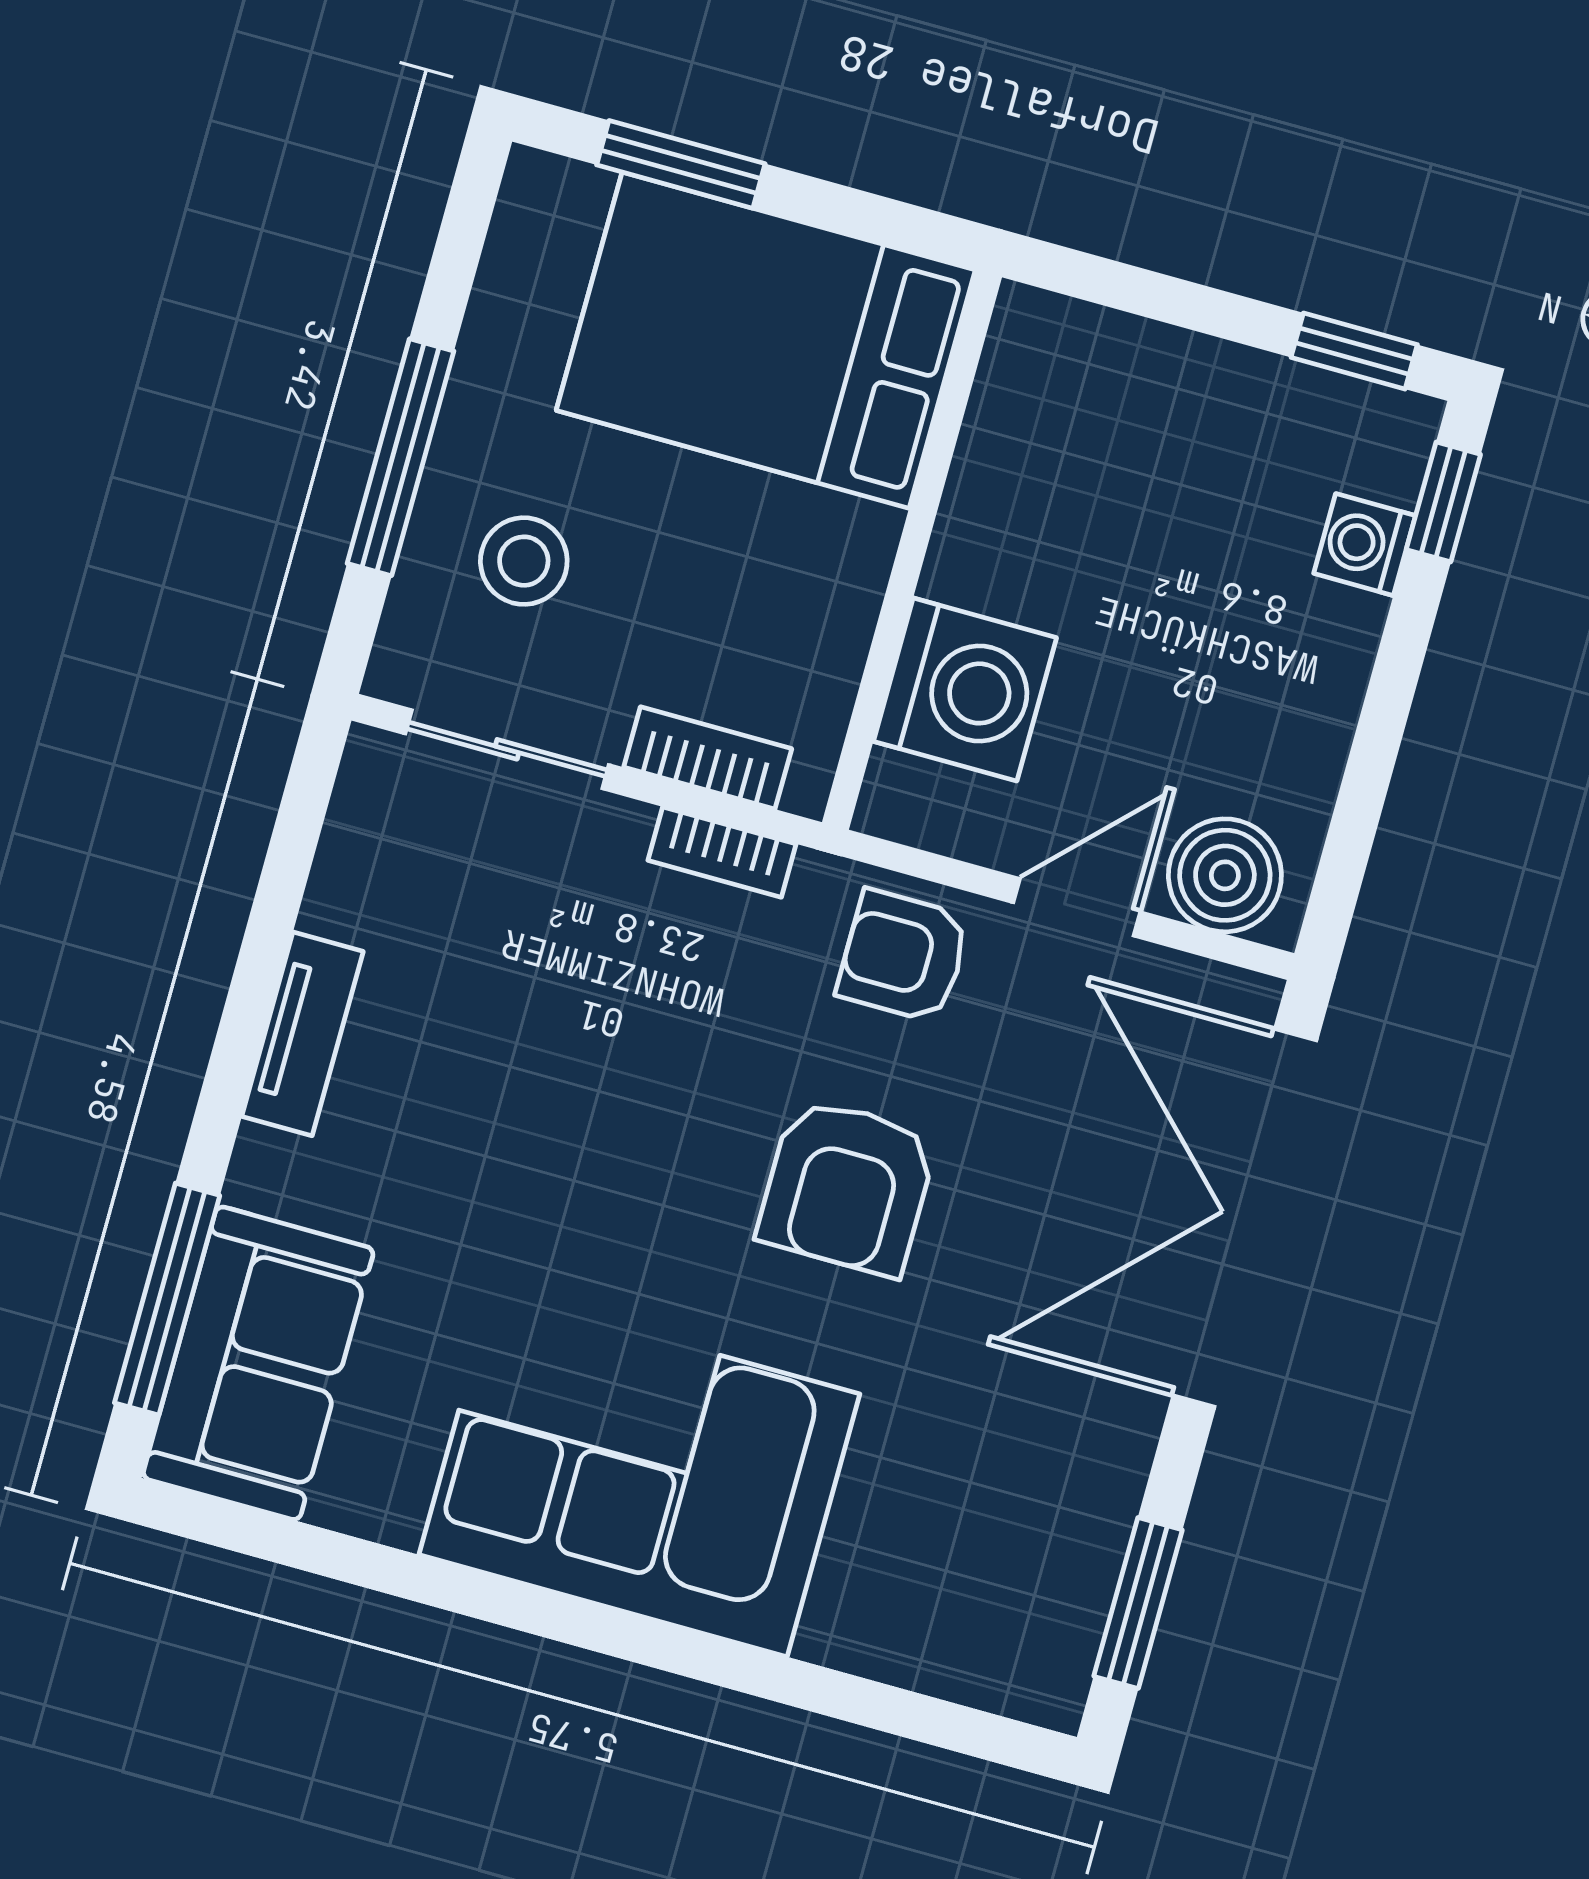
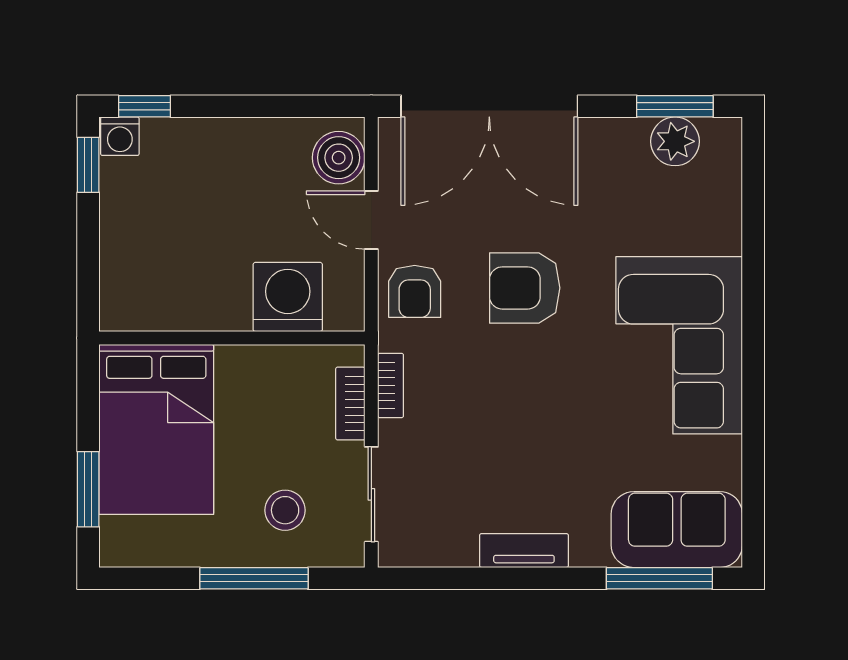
washing machine: (1365, 544) -> (120, 136), moved
armchair: (847, 1187) -> (525, 288), turned 180
plant: (1065, 1583) -> (675, 141), added

